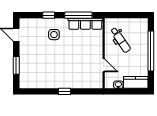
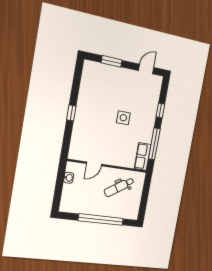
row of seats: (85, 24) -> (143, 156), width x0.68
side table: (54, 35) -> (123, 118), moved
kitchen counter: (136, 82) -> (68, 198), removed

